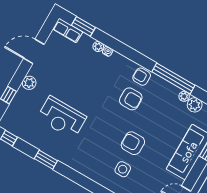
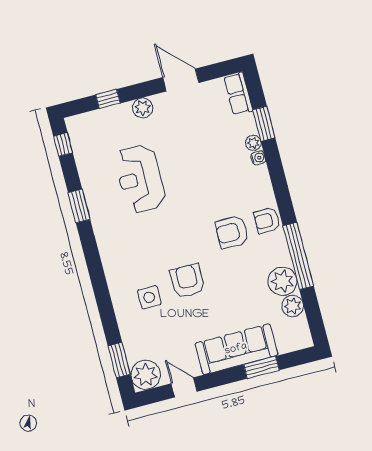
window: (83, 26) -> (264, 124), moved
armchair: (142, 77) -> (267, 220), turned -90
plant: (184, 96) -> (283, 281), width x1.88, depth x1.88
armchair: (131, 99) -> (232, 232), turned 90

